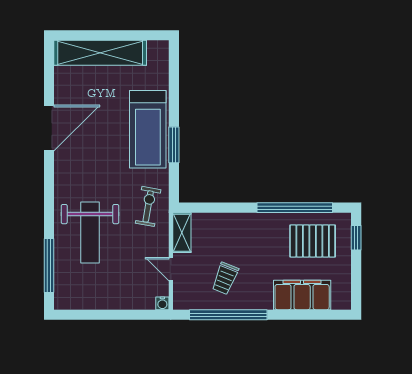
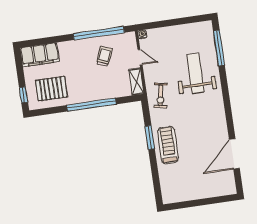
shelving: (100, 53) -> (206, 190), removed
door: (49, 128) -> (234, 154), moved
treadmill: (148, 129) -> (168, 145), width x0.73, depth x0.73
window: (295, 208) -> (91, 105), moved
filing cabinet: (302, 295) -> (40, 55), moved

